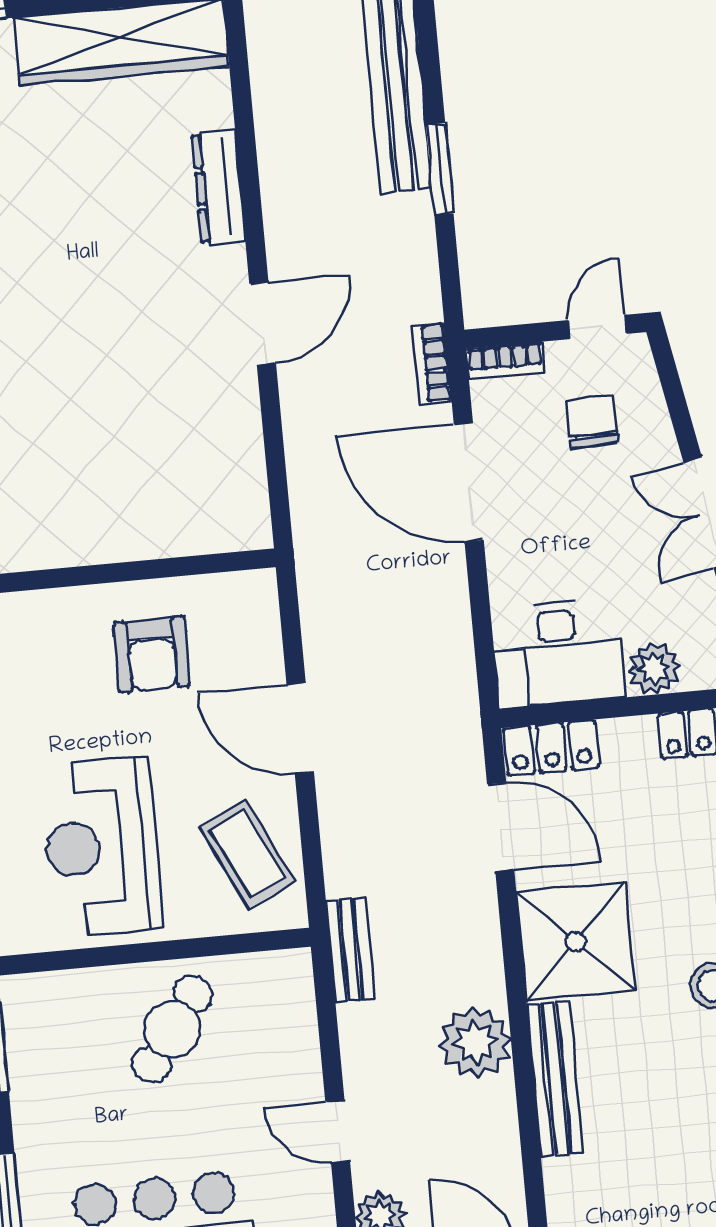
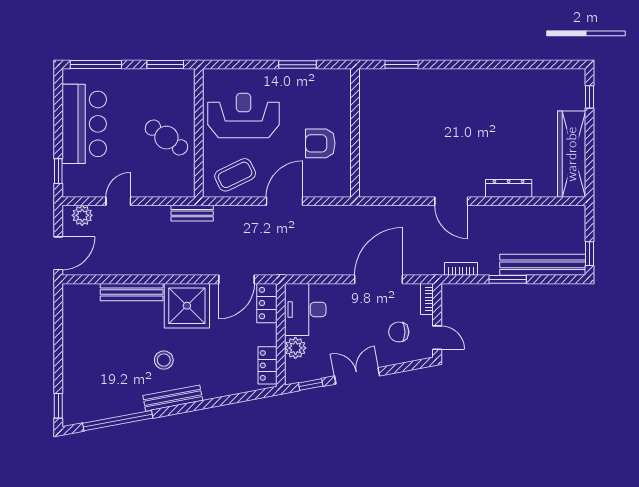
bookcase: (432, 363) -> (461, 269), moved
chair: (592, 421) -> (399, 332), turned 180
plant: (475, 1042) -> (150, 261), removed

